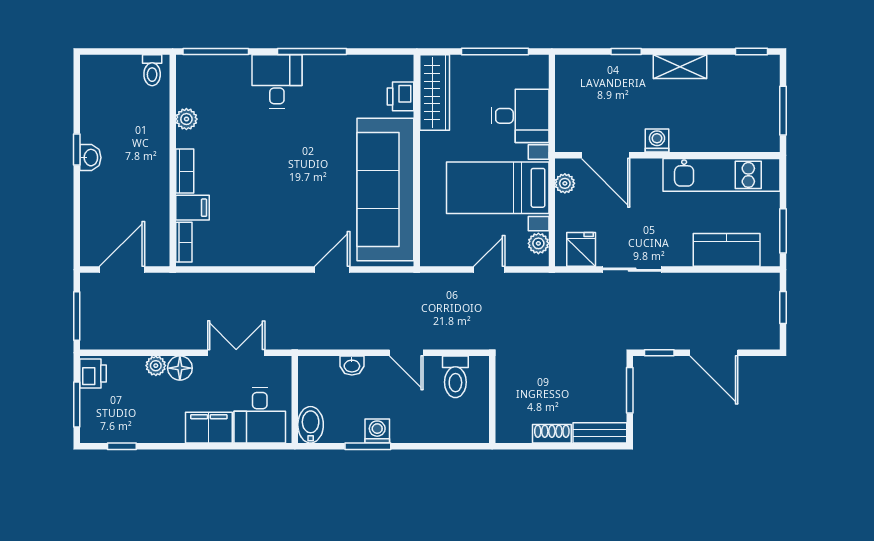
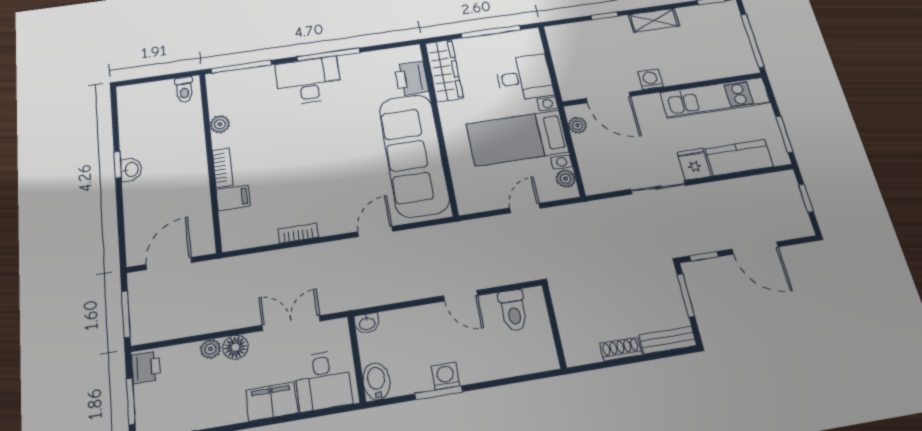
desk: (277, 81) -> (309, 81), width x1.37
printer: (401, 96) -> (411, 78), width x1.36, depth x1.24
window: (783, 111) -> (752, 41), width x1.44
bookcase: (184, 242) -> (298, 233), moved, turned -90
fridge: (581, 249) -> (694, 164), moved
washbasin: (352, 365) -> (367, 323), moved

